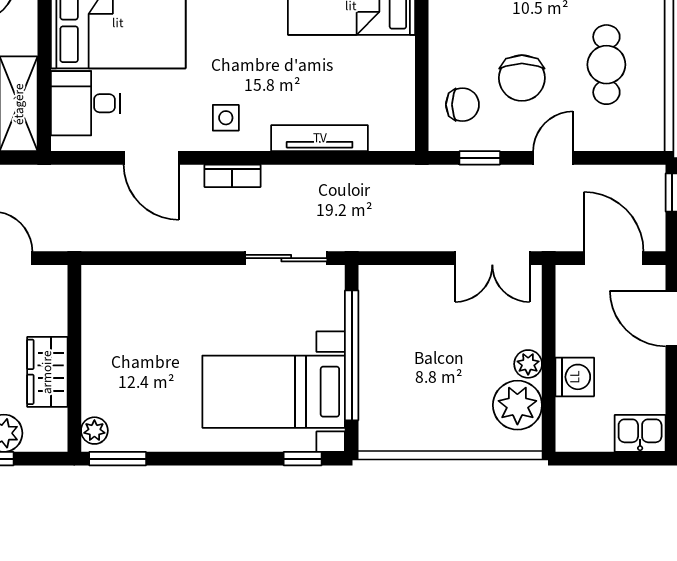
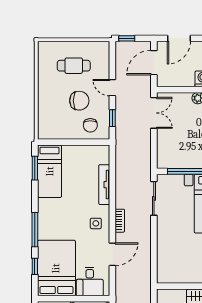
chair: (462, 105) -> (90, 125), turned 180

